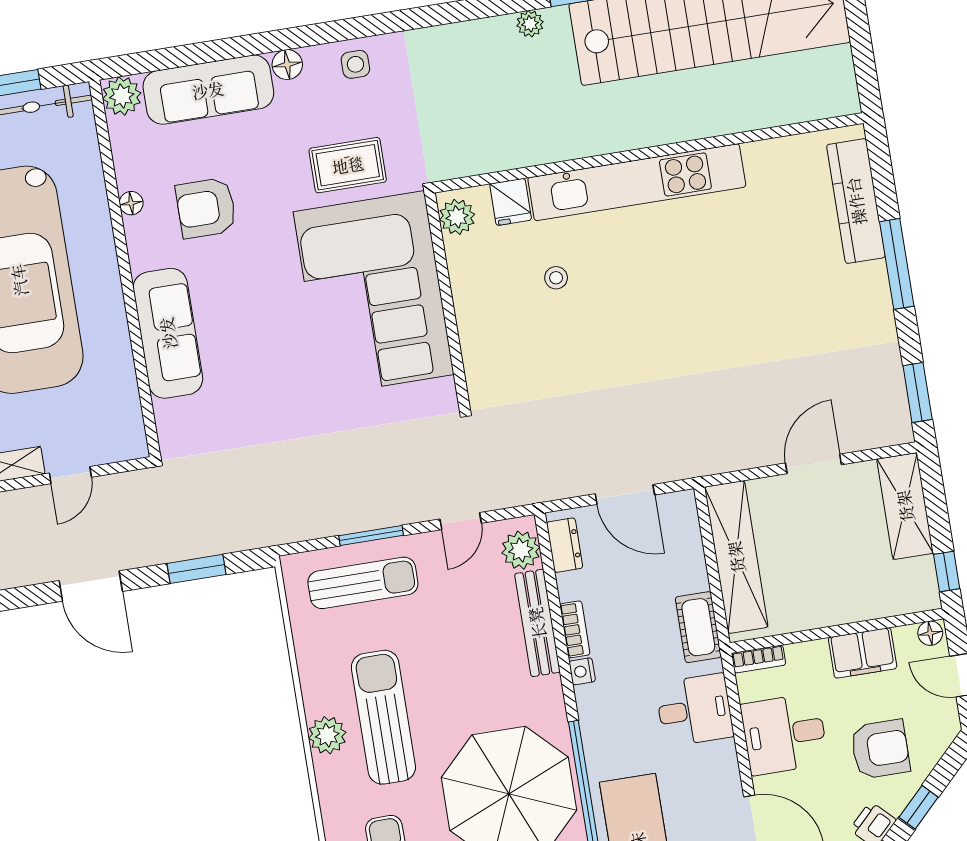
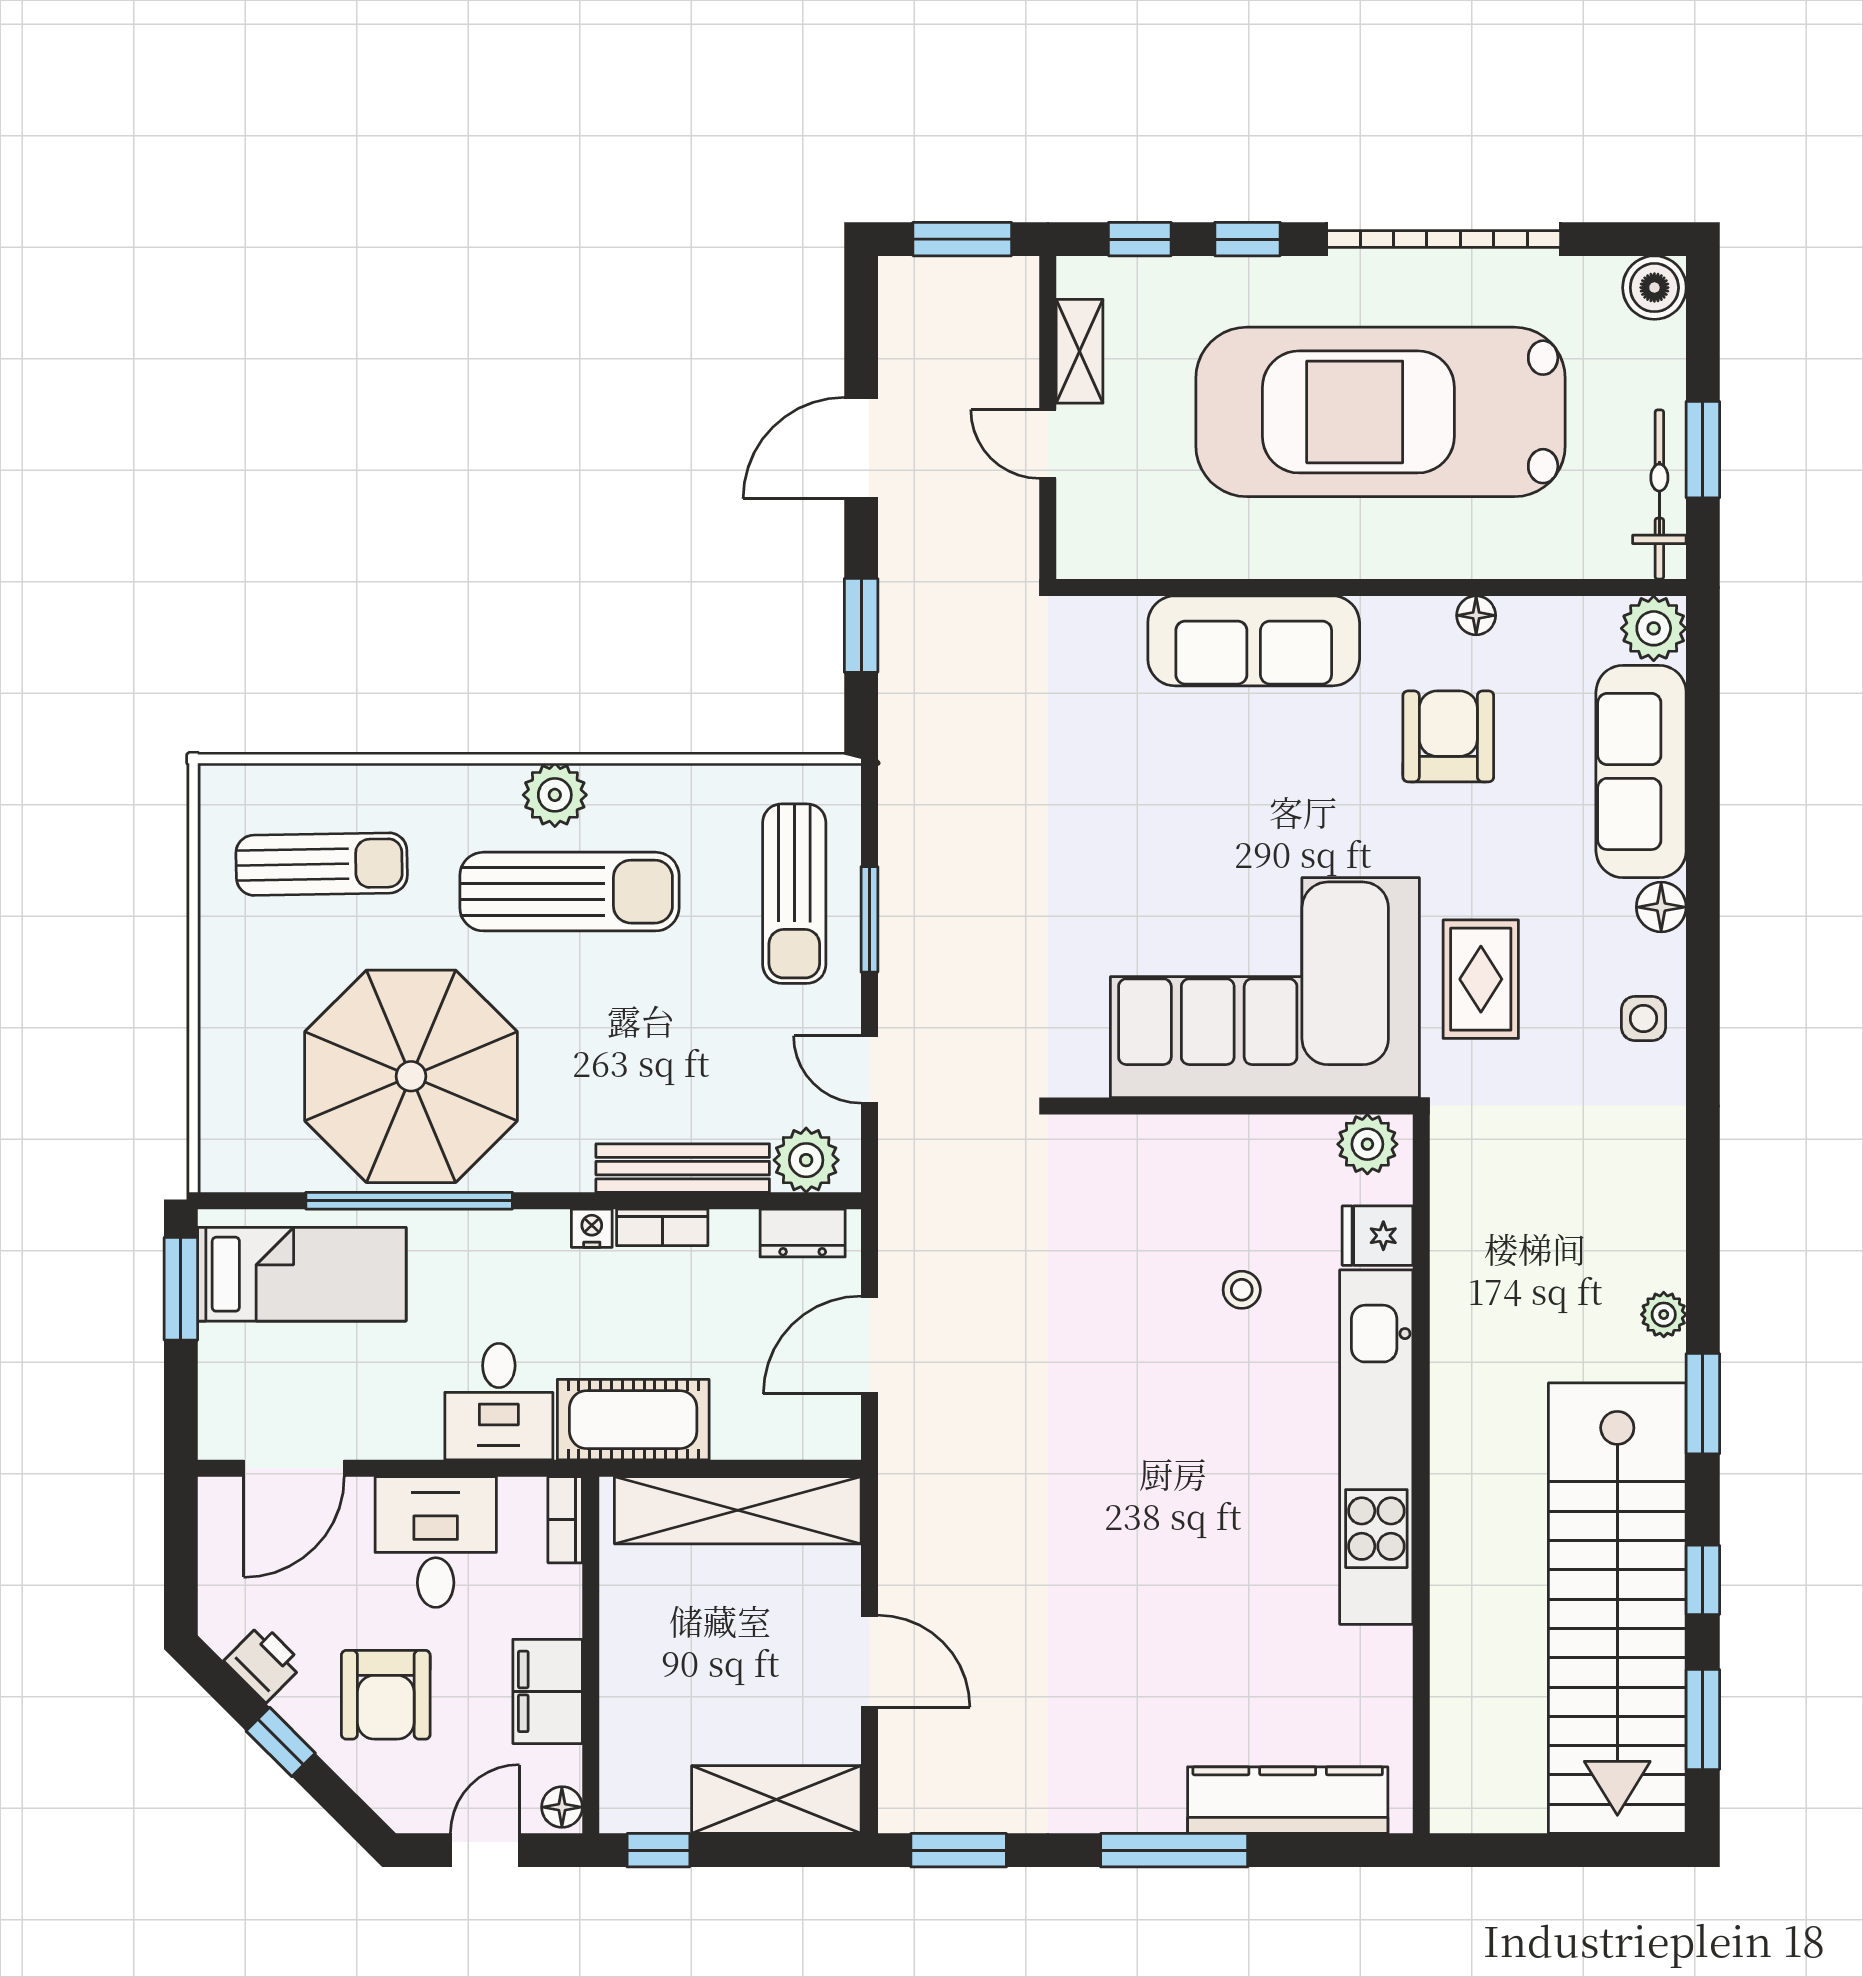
cot: (698, 627) -> (633, 1420), width x1.37, depth x1.34

